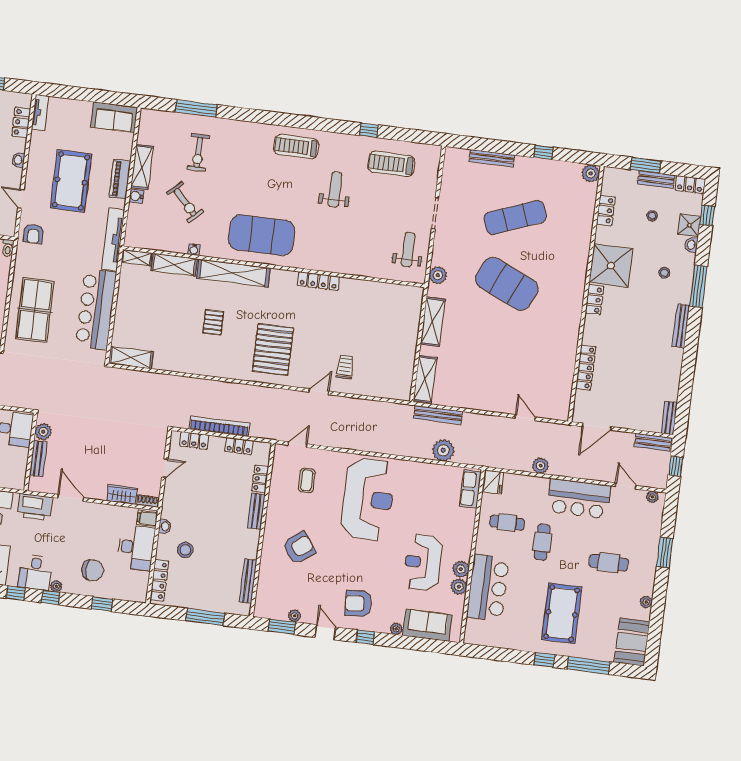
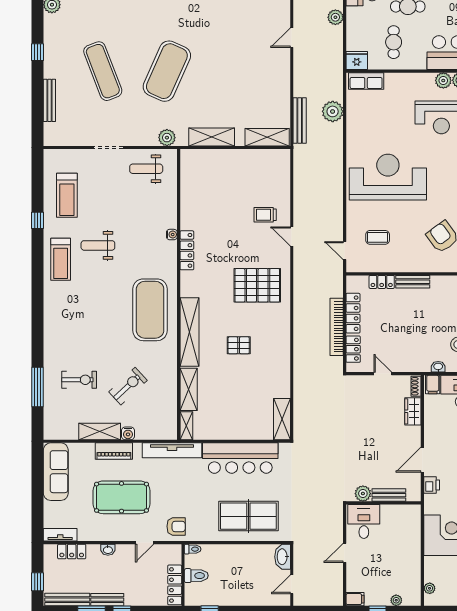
sofa: (114, 117) -> (56, 472), width x1.36
treadmill: (296, 147) -> (61, 259), moved
water cooler: (194, 250) -> (172, 235), moved
locker: (239, 446) -> (353, 313), width x1.53
printer: (35, 507) -> (432, 485), width x0.53, depth x0.68

